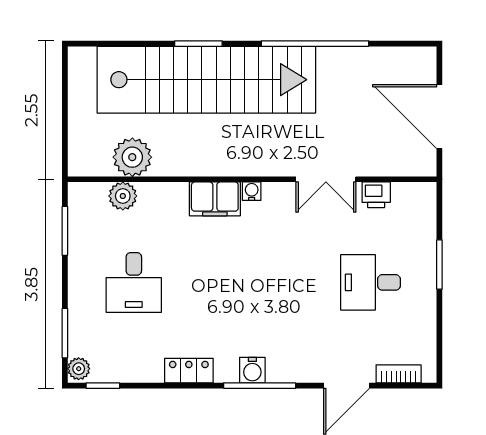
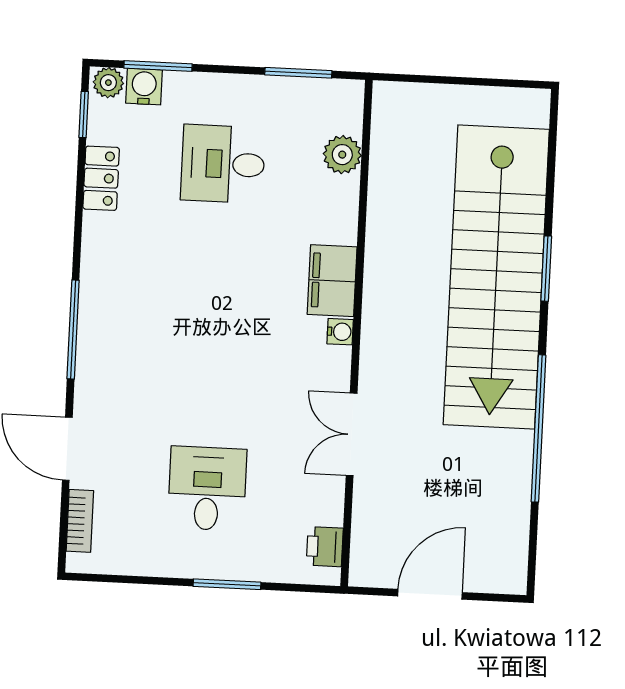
door: (439, 117) -> (430, 594), width x0.73
plant: (132, 157) -> (395, 170), removed
printer: (376, 195) -> (325, 547), moved
water cooler: (252, 370) -> (144, 87), moved, turned 90
locker: (189, 371) -> (101, 178), moved

